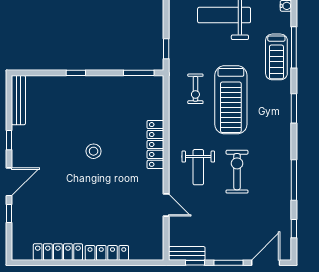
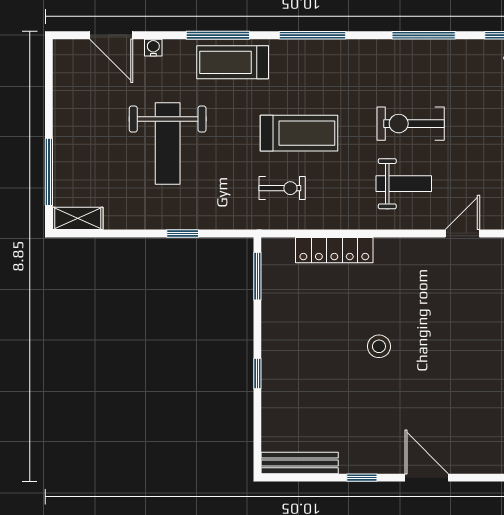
window: (166, 49) -> (183, 234), moved
treadmill: (276, 57) -> (233, 62), turned 180
treadmill: (231, 100) -> (299, 133), width x0.73, depth x0.73
window: (294, 108) -> (312, 35), width x1.44
locker: (155, 144) -> (334, 250), moved
window: (9, 214) -> (476, 478), removed

